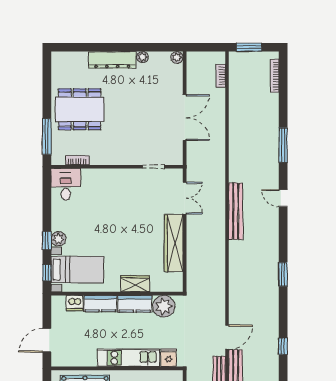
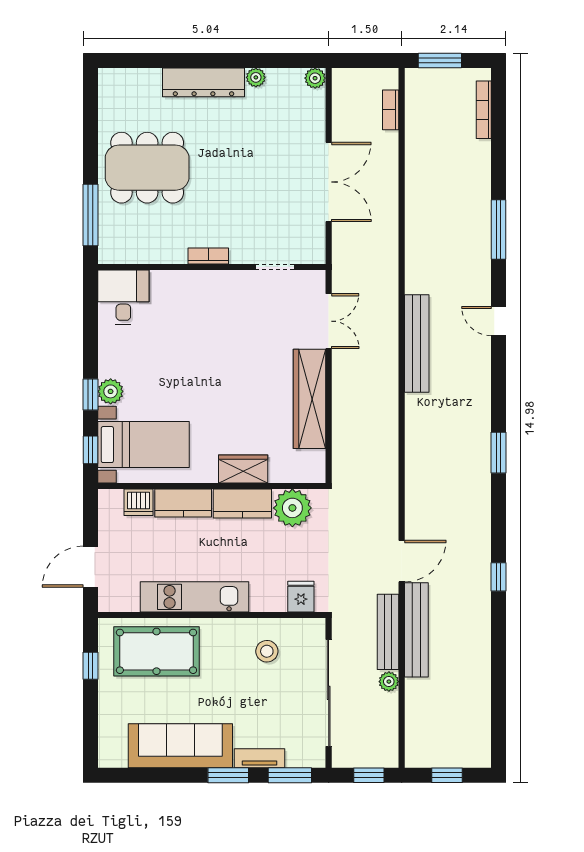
bookcase: (77, 160) -> (208, 256), moved
kitchen unit: (129, 358) -> (194, 597), moved

